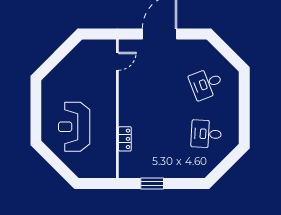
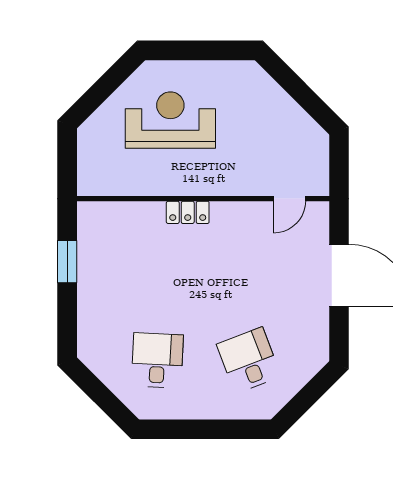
door: (117, 61) -> (289, 199), hinge flipped
locker: (125, 139) -> (188, 212), moved

